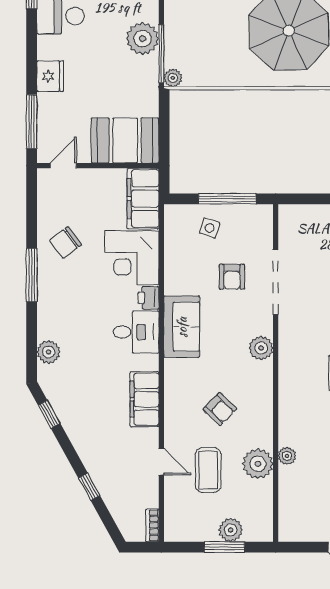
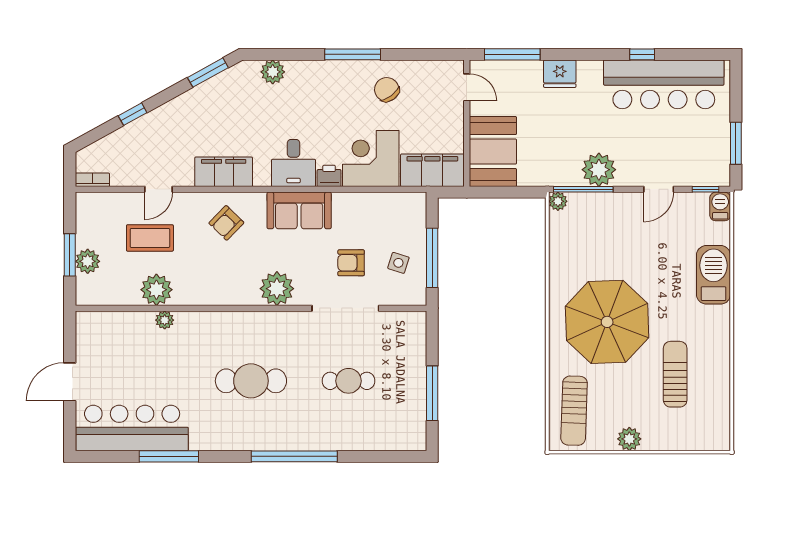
side table: (210, 228) -> (398, 263), moved
plant: (261, 348) -> (277, 289), width x1.36, depth x1.36
armchair: (220, 409) -> (226, 223), moved
window: (49, 414) -> (208, 73), width x1.50

